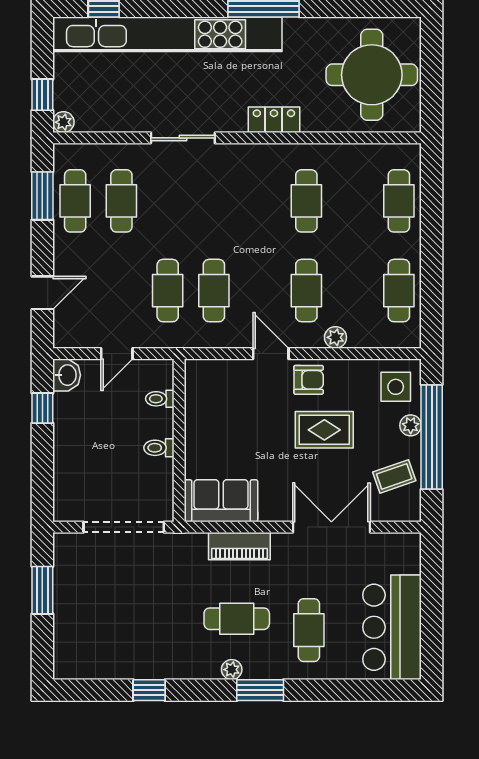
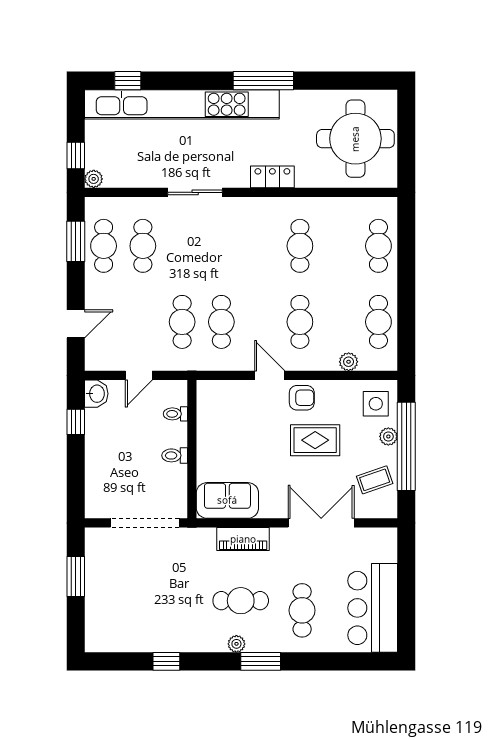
plant: (335, 337) -> (349, 362), moved

